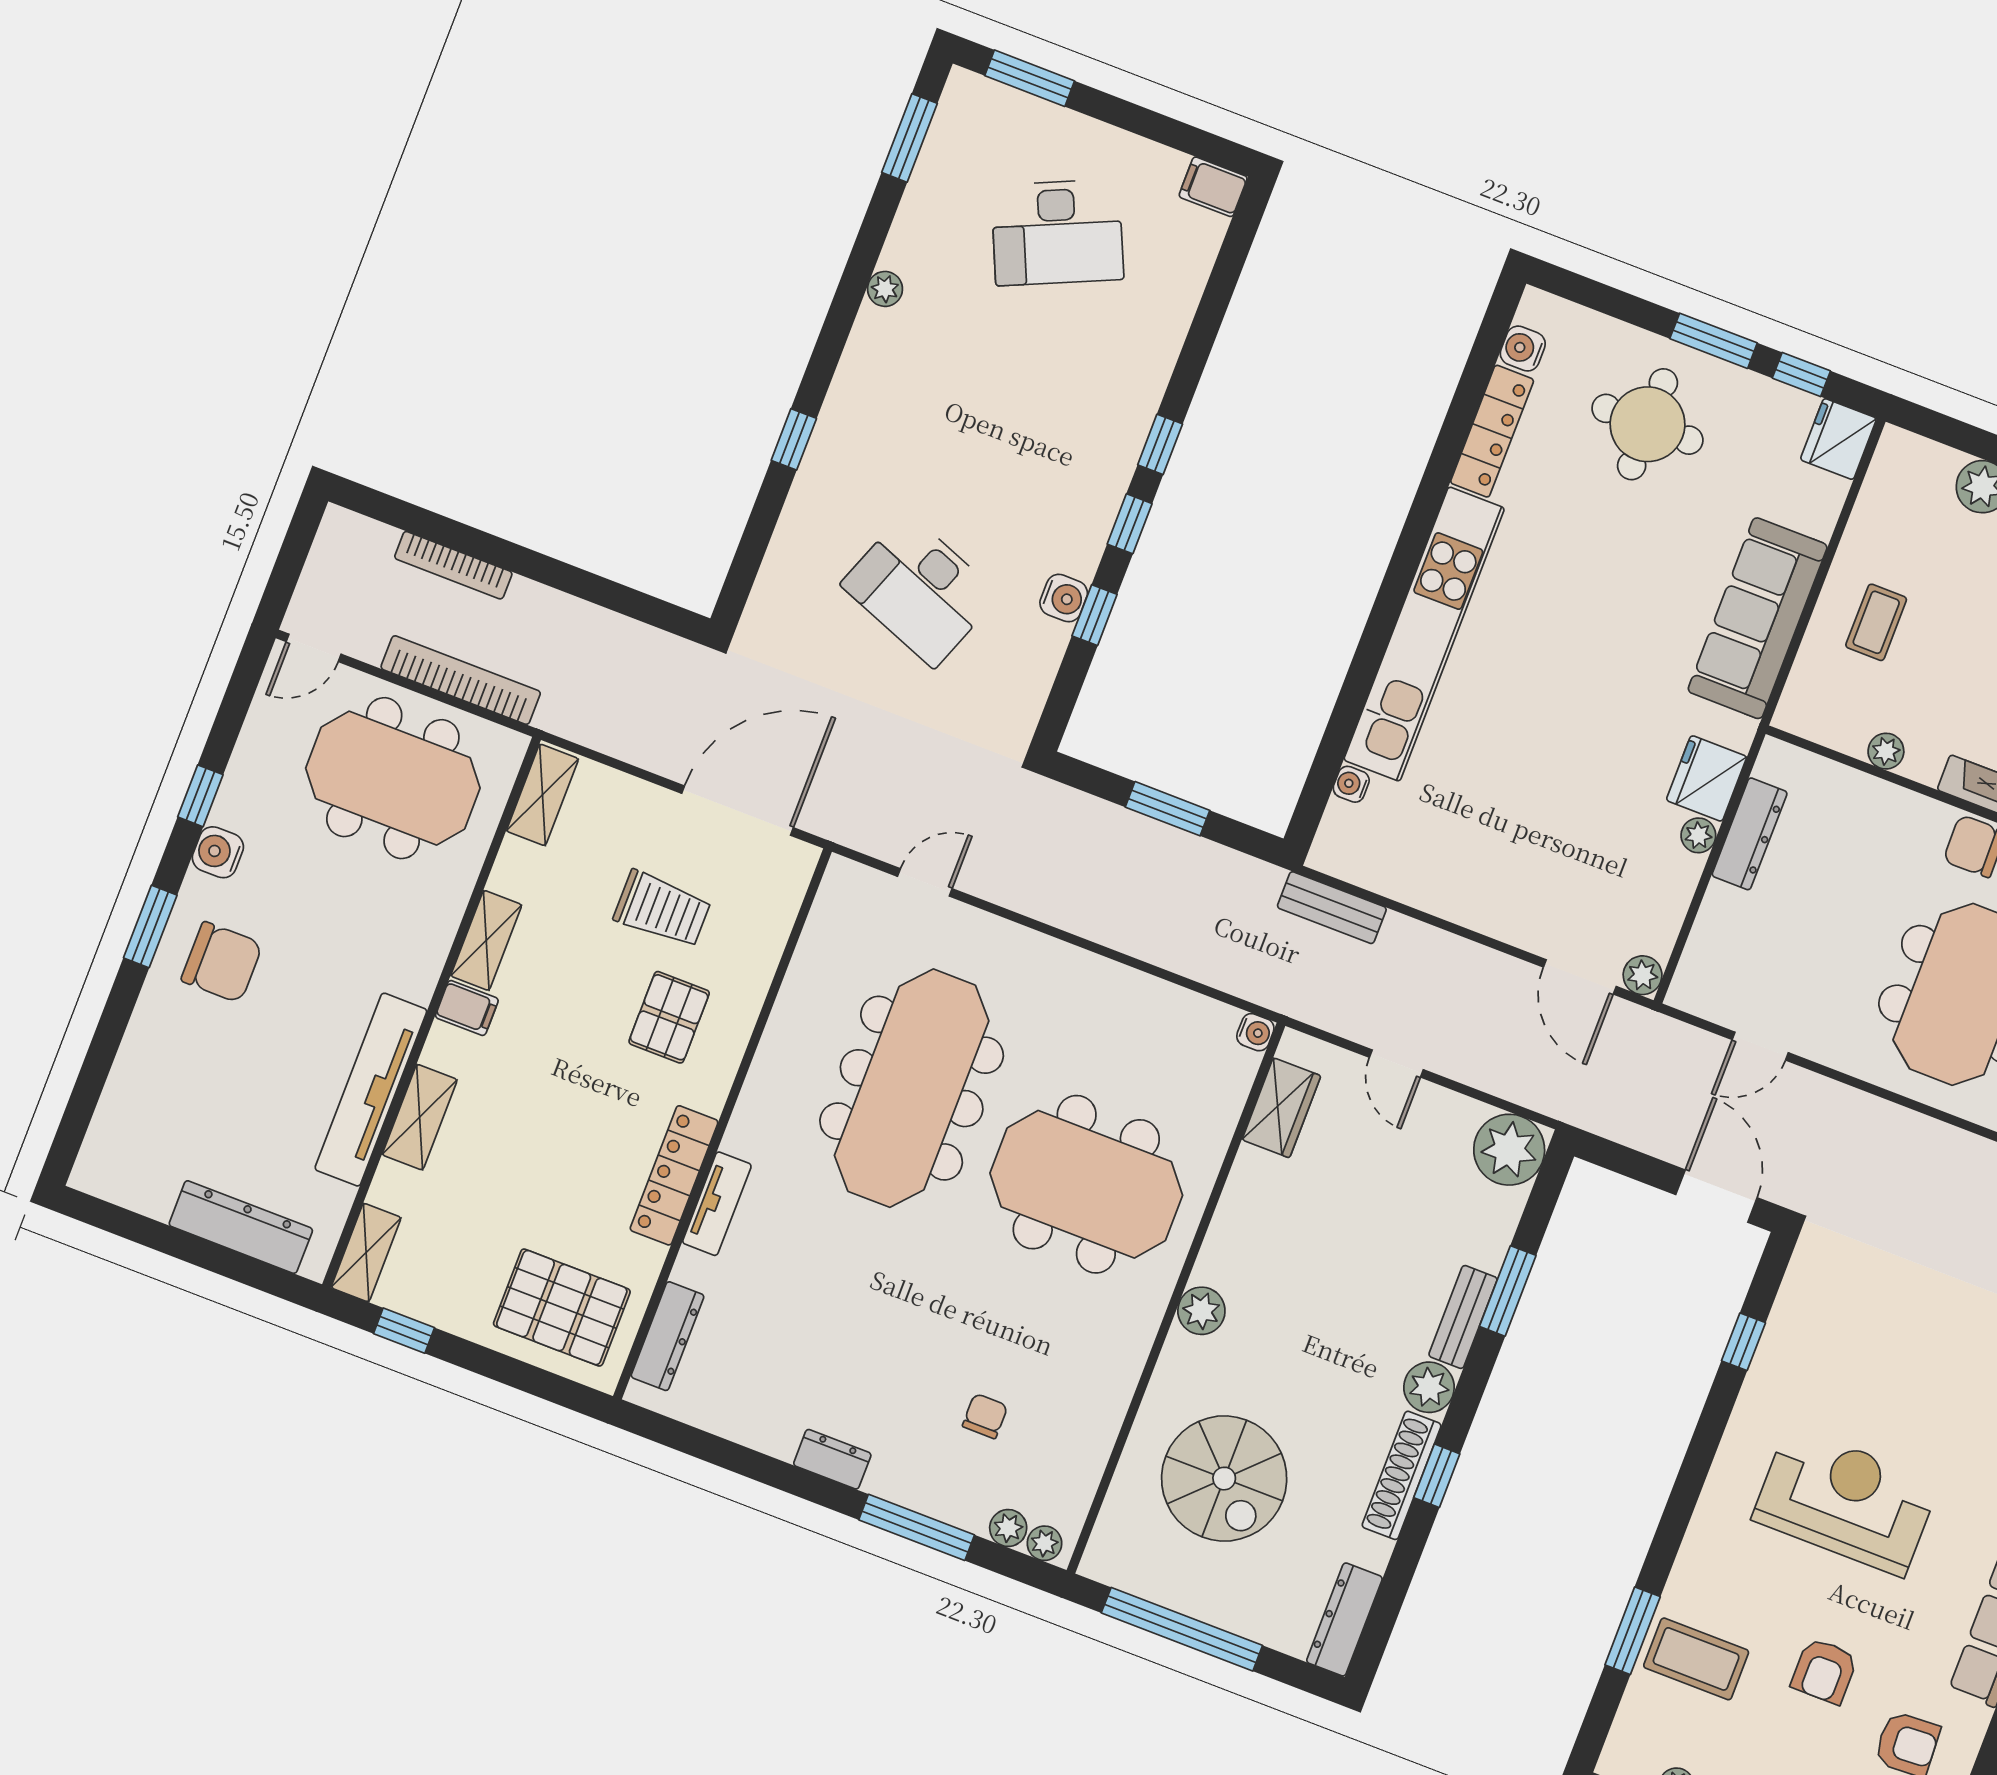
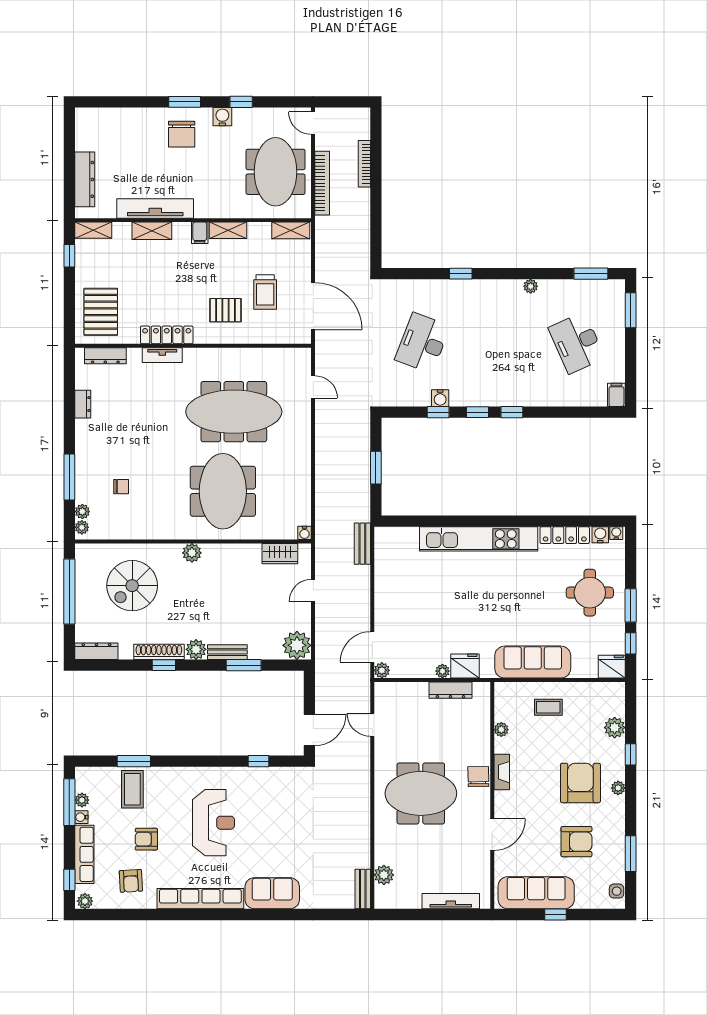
water cooler: (1351, 784) -> (616, 533), moved
dresser: (832, 1459) -> (83, 404), moved

